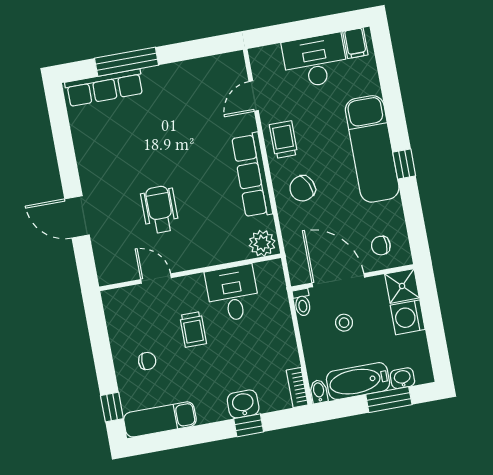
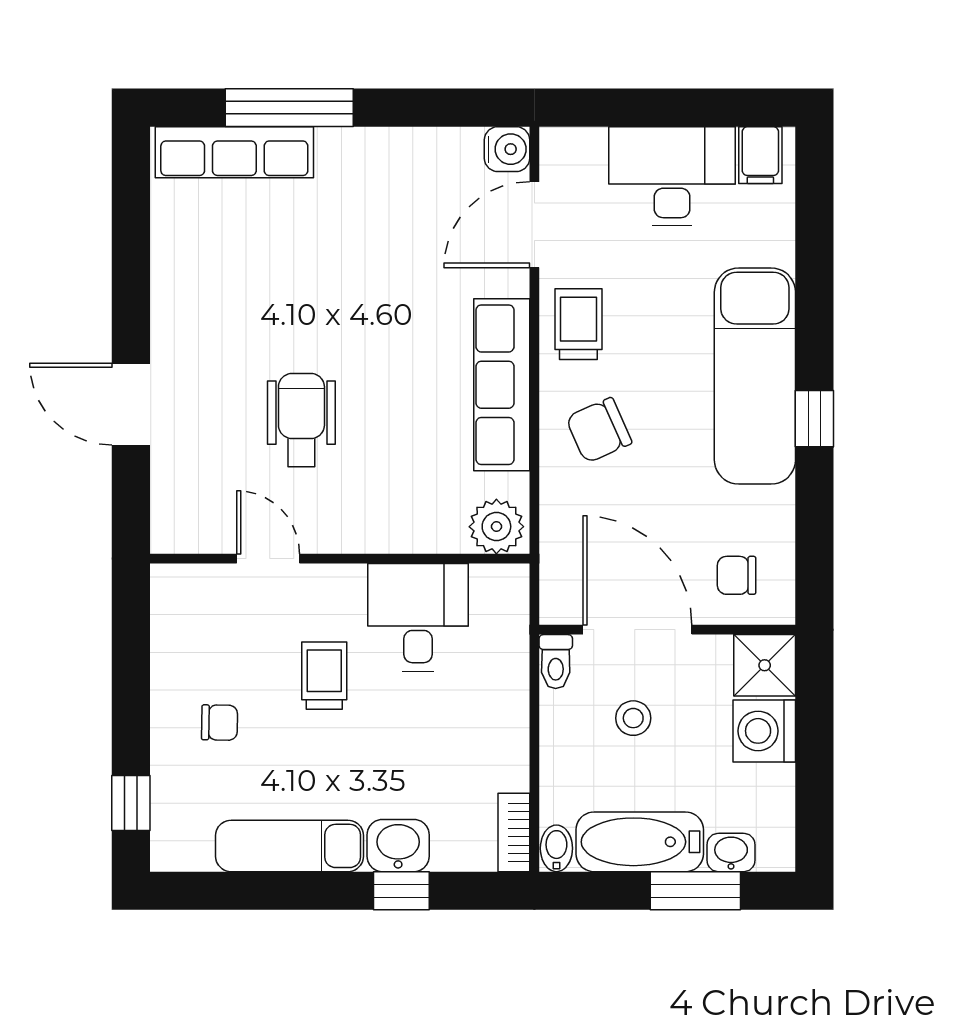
water cooler: (234, 62) -> (507, 149), added
door: (254, 96) -> (534, 225), width x1.38
trolley: (193, 329) -> (324, 676), turned 180
exam couch: (160, 419) -> (290, 846), moved

